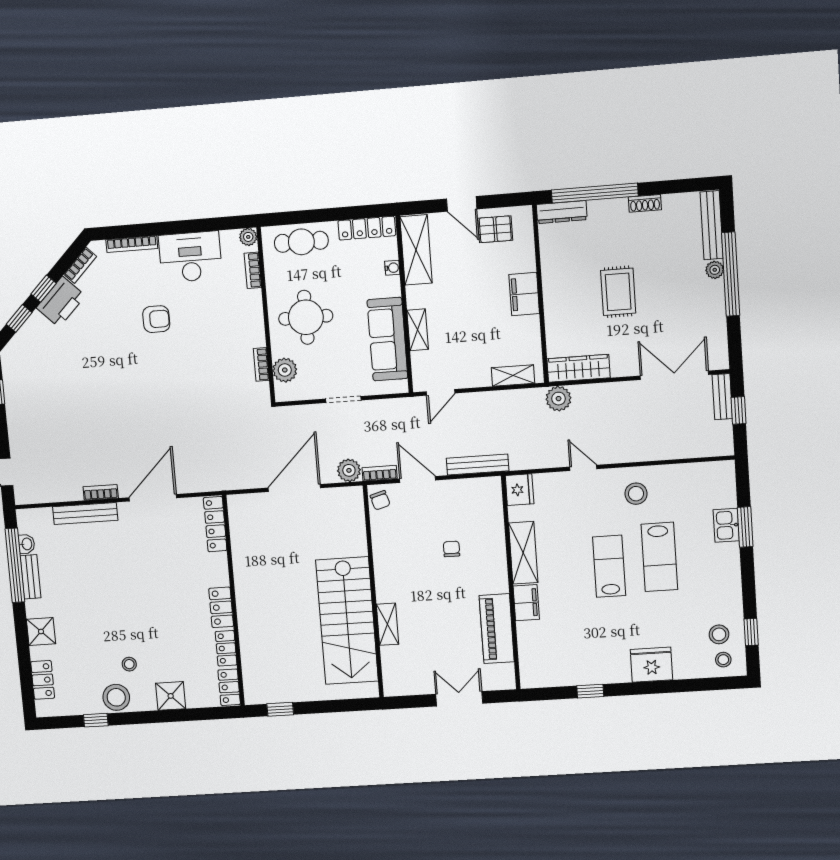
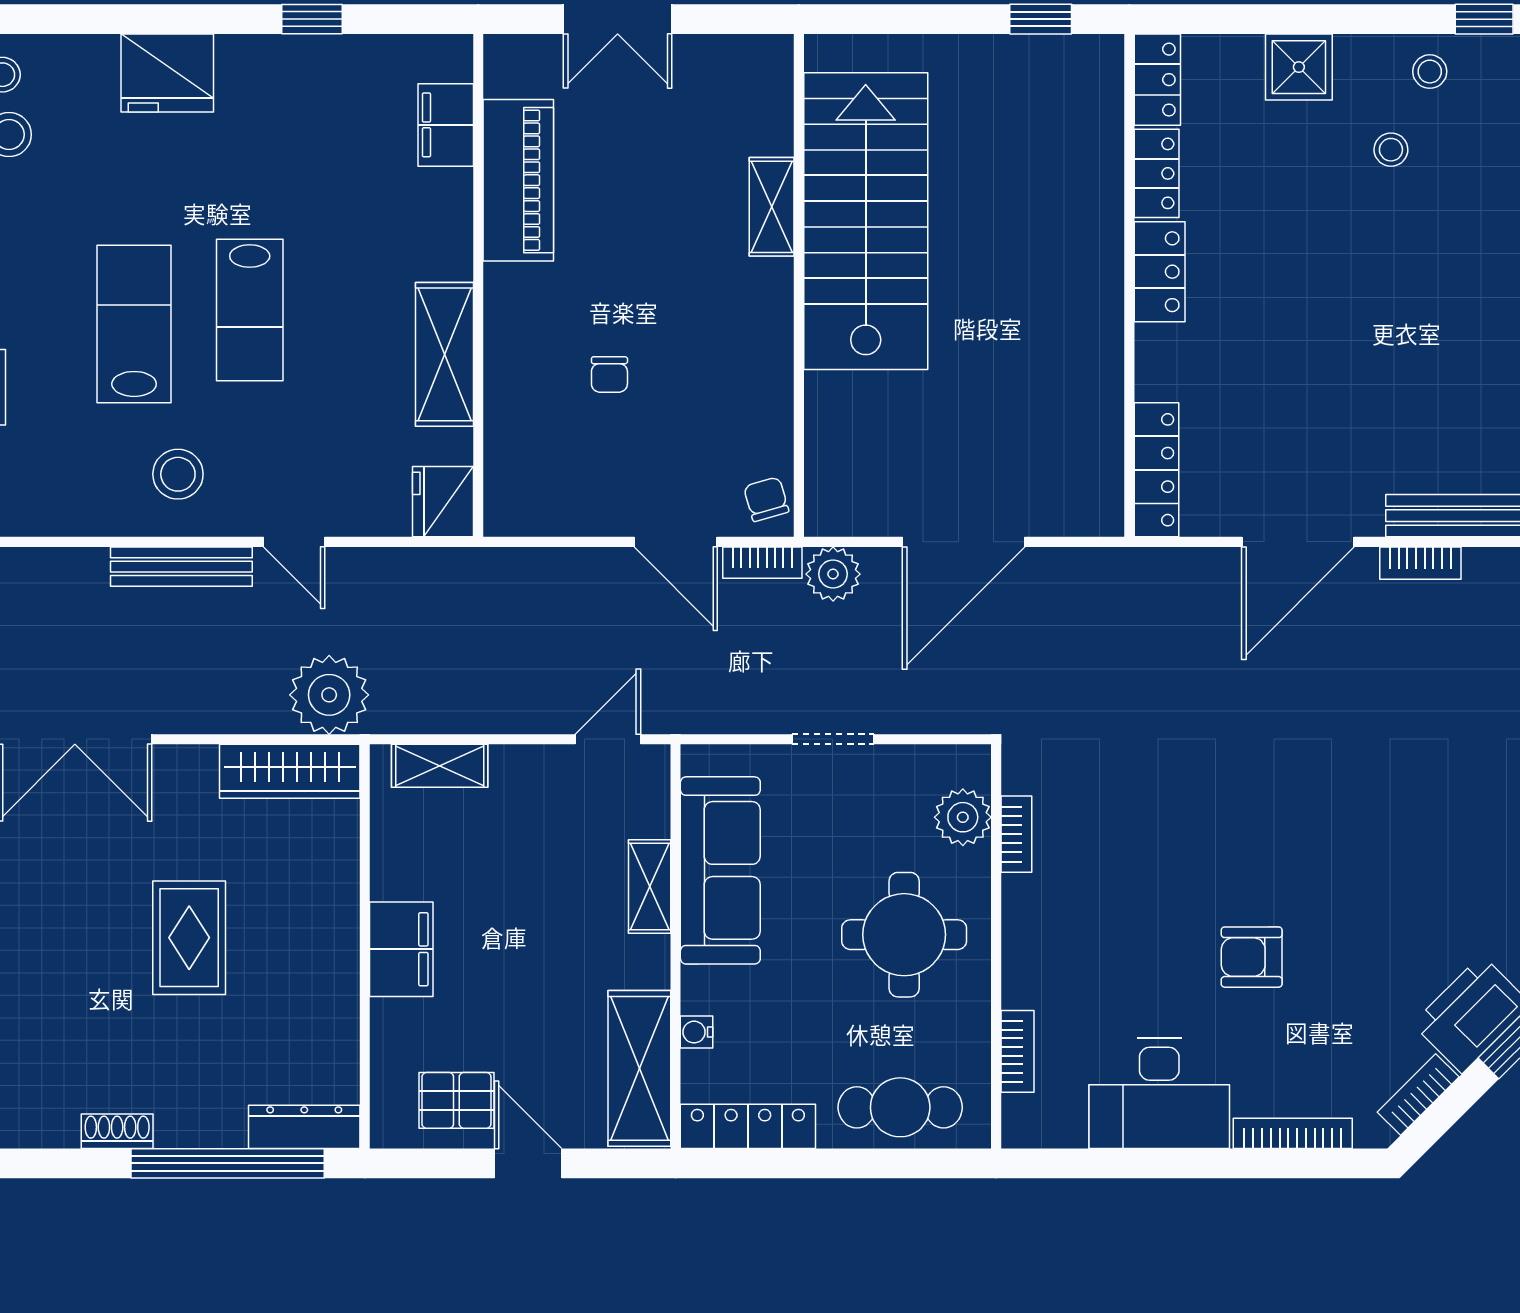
plant: (248, 237) -> (1021, 1128), removed
plant: (559, 399) -> (329, 695), width x1.36, depth x1.36
bench: (478, 465) -> (181, 567), moved
filing cabinet: (526, 603) -> (446, 125), moved
stool: (116, 697) -> (1430, 72), width x0.53, depth x0.53

